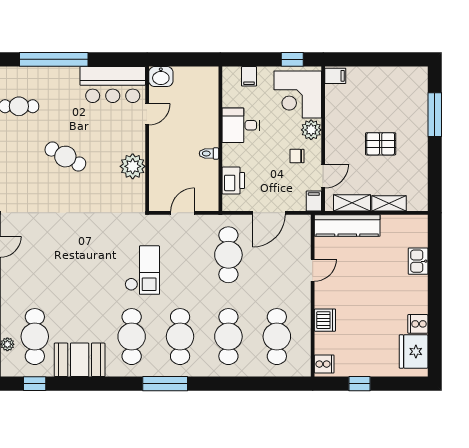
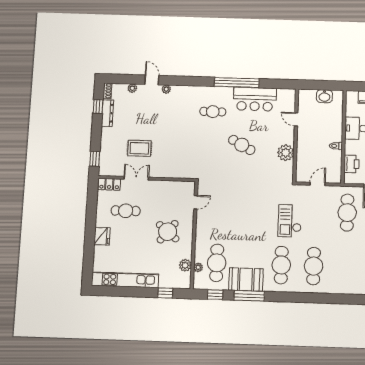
washbasin: (161, 77) -> (324, 96), moved
bar counter: (113, 85) -> (255, 99), moved
door: (147, 114) -> (296, 119), swing flipped
checkout: (142, 270) -> (290, 221), turned 180
cafe table: (228, 337) -> (346, 267), removed
window: (165, 384) -> (249, 296), moved

